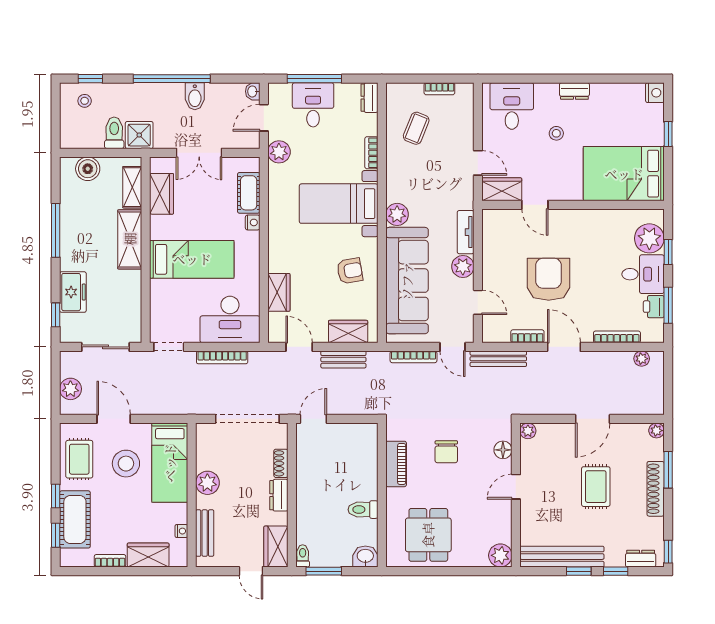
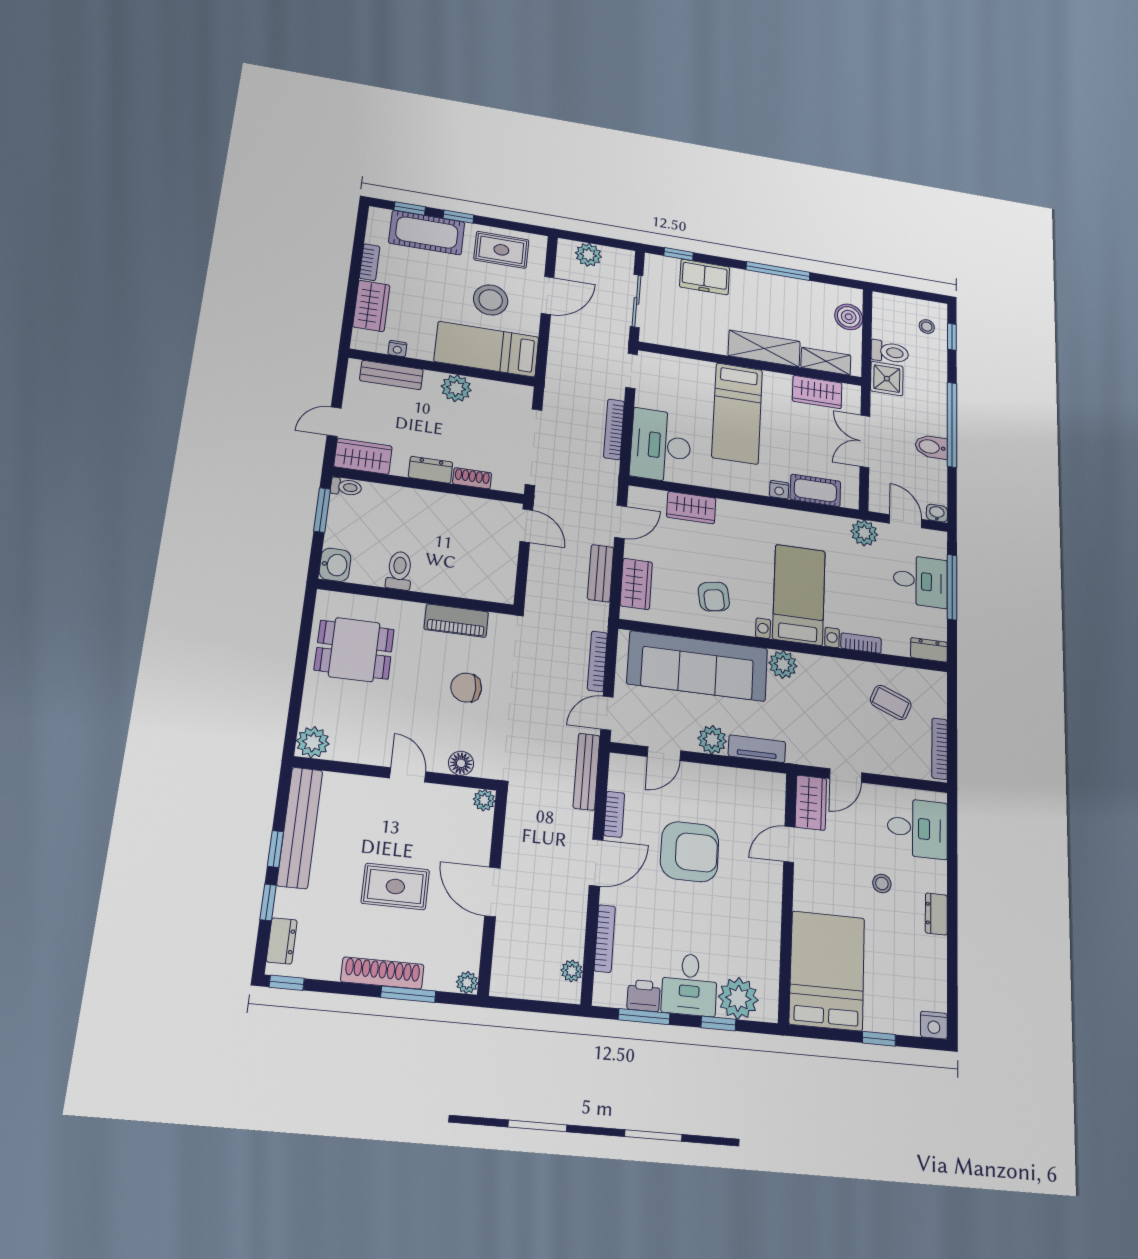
bookcase: (439, 89) -> (940, 749), width x1.56

